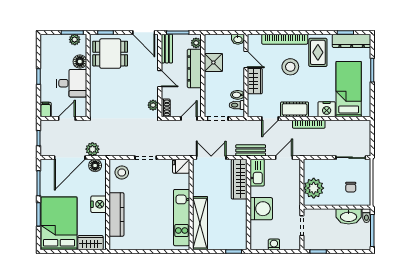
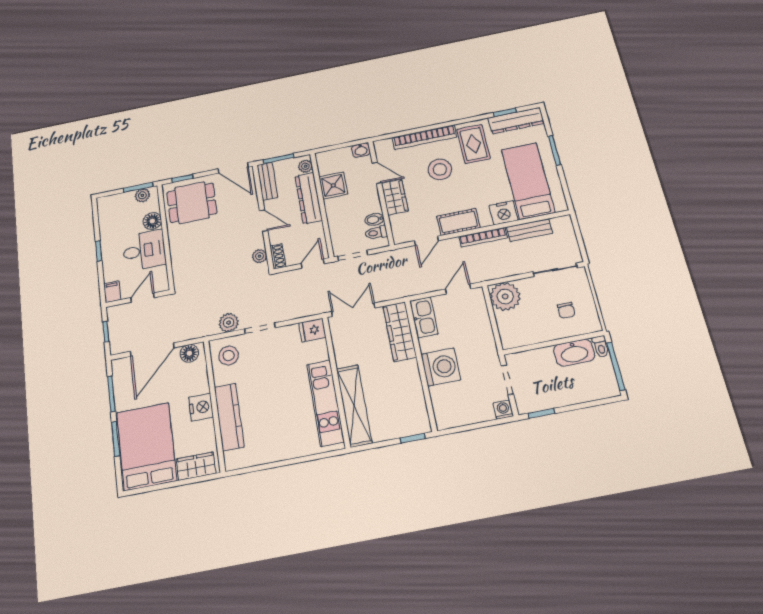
plant: (92, 149) -> (229, 323), moved
bench: (251, 150) -> (530, 230), moved
plant: (314, 188) -> (505, 296), moved
washing machine: (274, 244) -> (503, 410), moved

